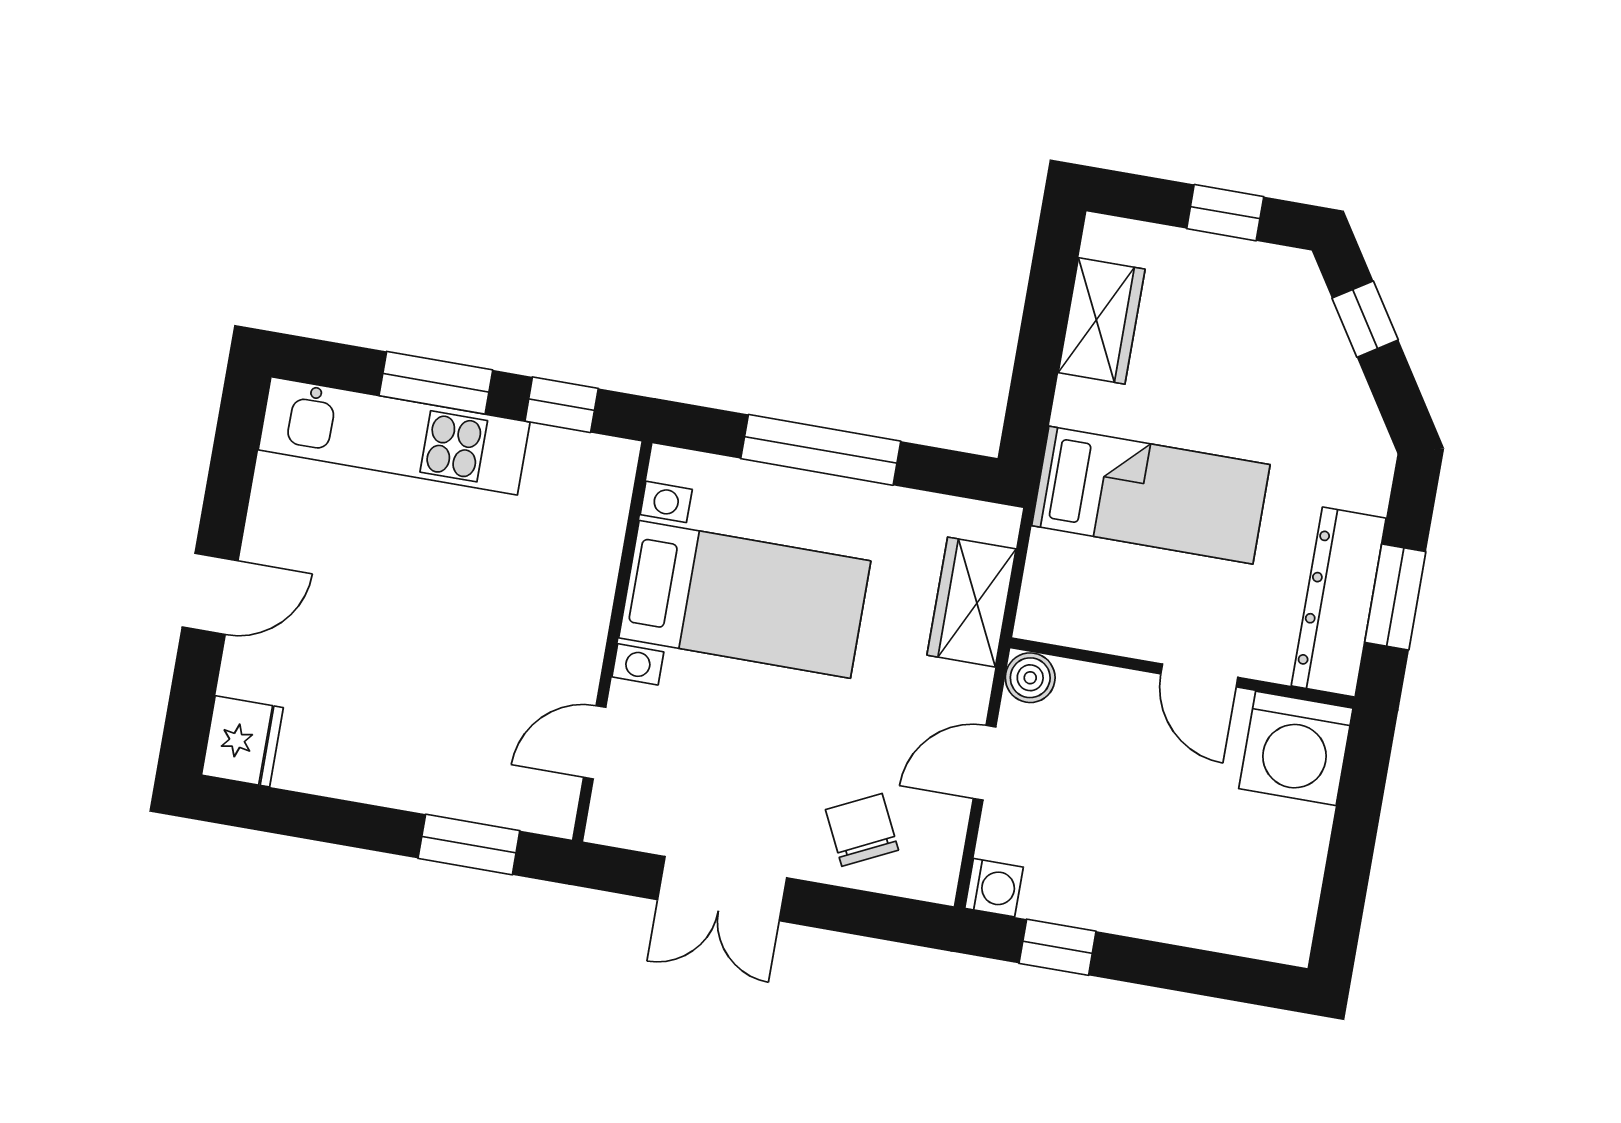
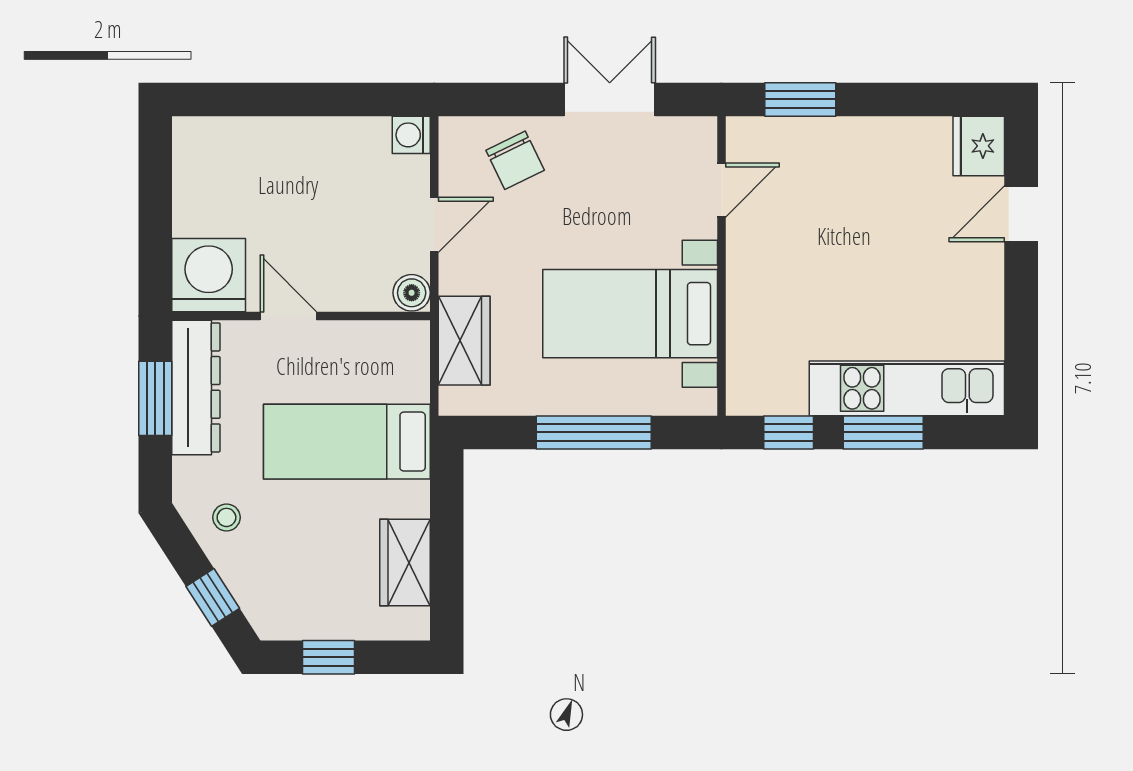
stool: (1328, 422) -> (226, 517), added
door: (210, 594) -> (1021, 214), moved
window: (1058, 947) -> (357, 99), removed

